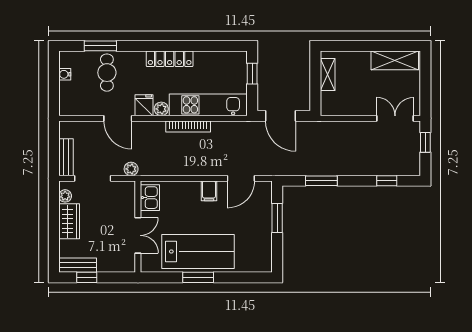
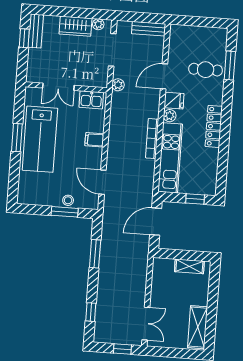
water cooler: (65, 74) -> (207, 32), removed
bench: (66, 157) -> (149, 29), moved
filing cabinet: (209, 191) -> (94, 140), moved
stool: (264, 215) -> (68, 200), added

